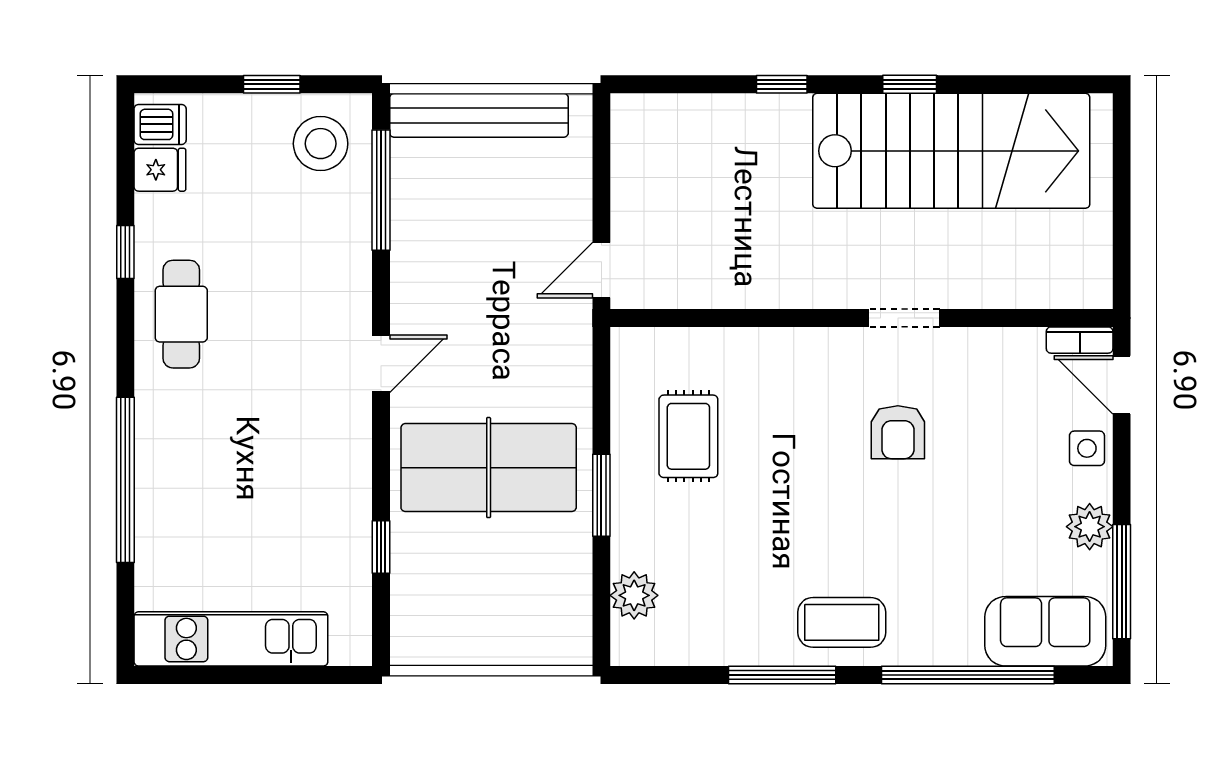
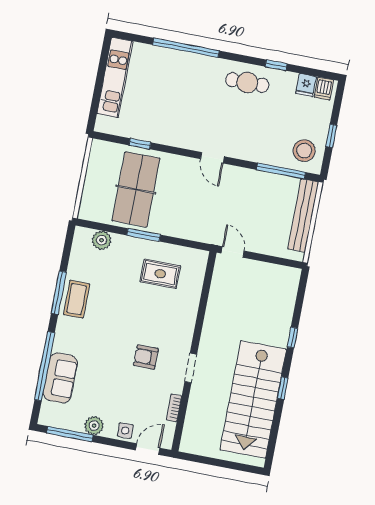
bookcase: (1080, 340) -> (174, 408), moved
table tennis table: (489, 468) -> (136, 189), moved
coffee table: (842, 622) -> (77, 299), moved
sofa: (1045, 631) -> (60, 378), moved

